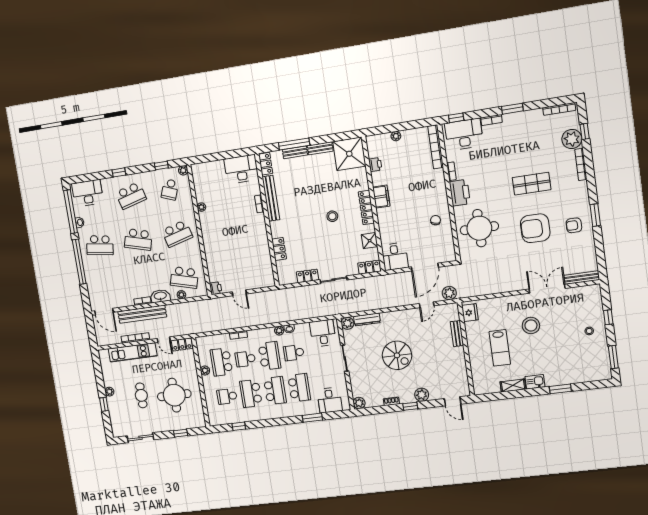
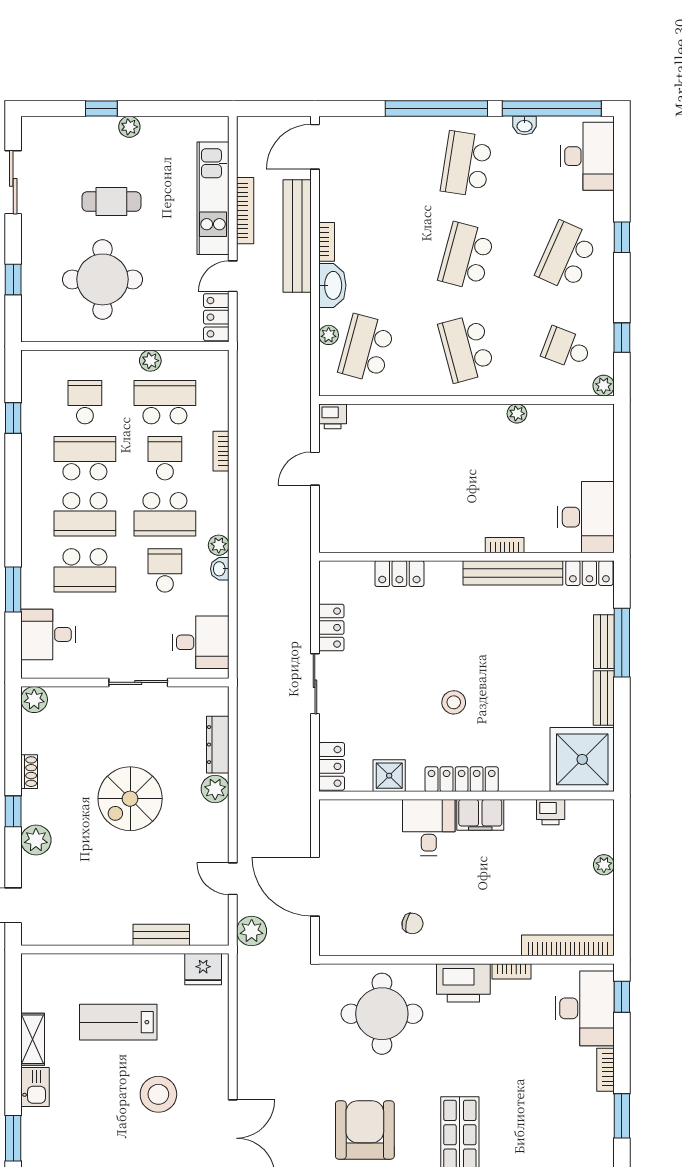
school desk: (131, 196) -> (566, 256), turned 39
desk: (395, 256) -> (429, 827), moved, turned 90
plant: (347, 323) -> (215, 789), moved

